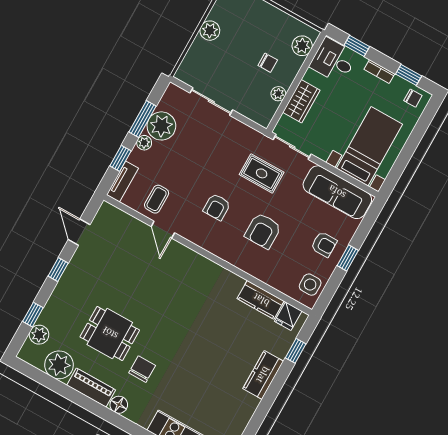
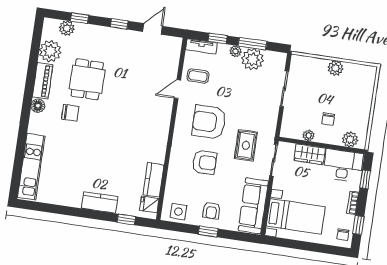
desk: (333, 61) -> (343, 166), width x1.37
armchair: (217, 207) -> (209, 122), width x1.88, depth x1.88
armchair: (263, 231) -> (204, 162), turned 180

